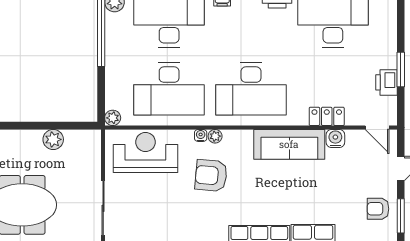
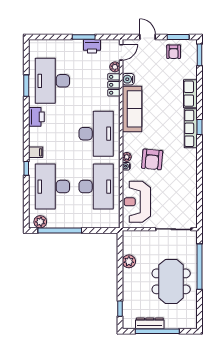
plant: (113, 118) -> (115, 67), moved

